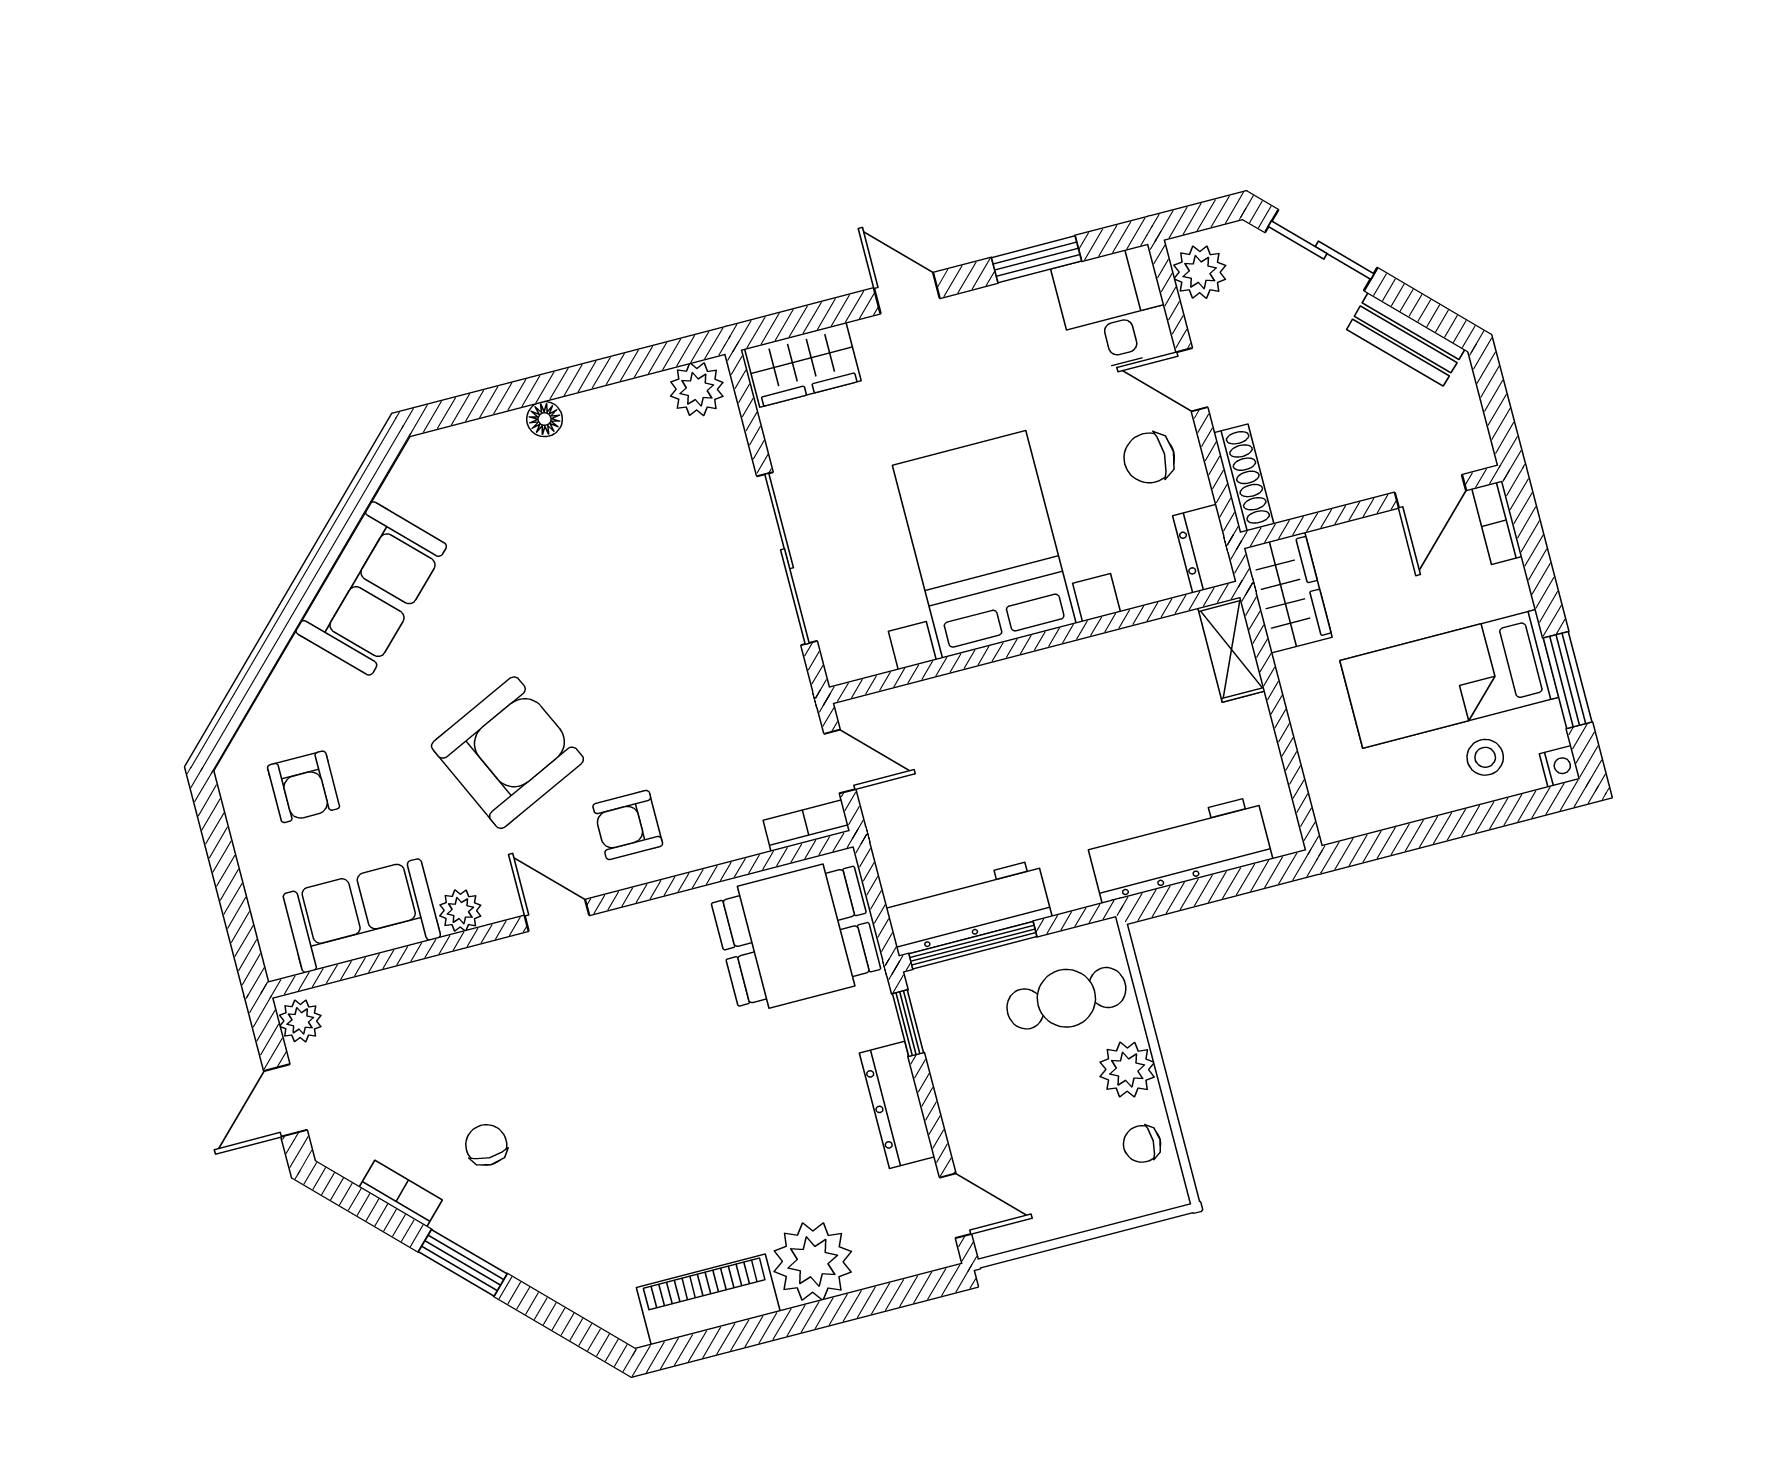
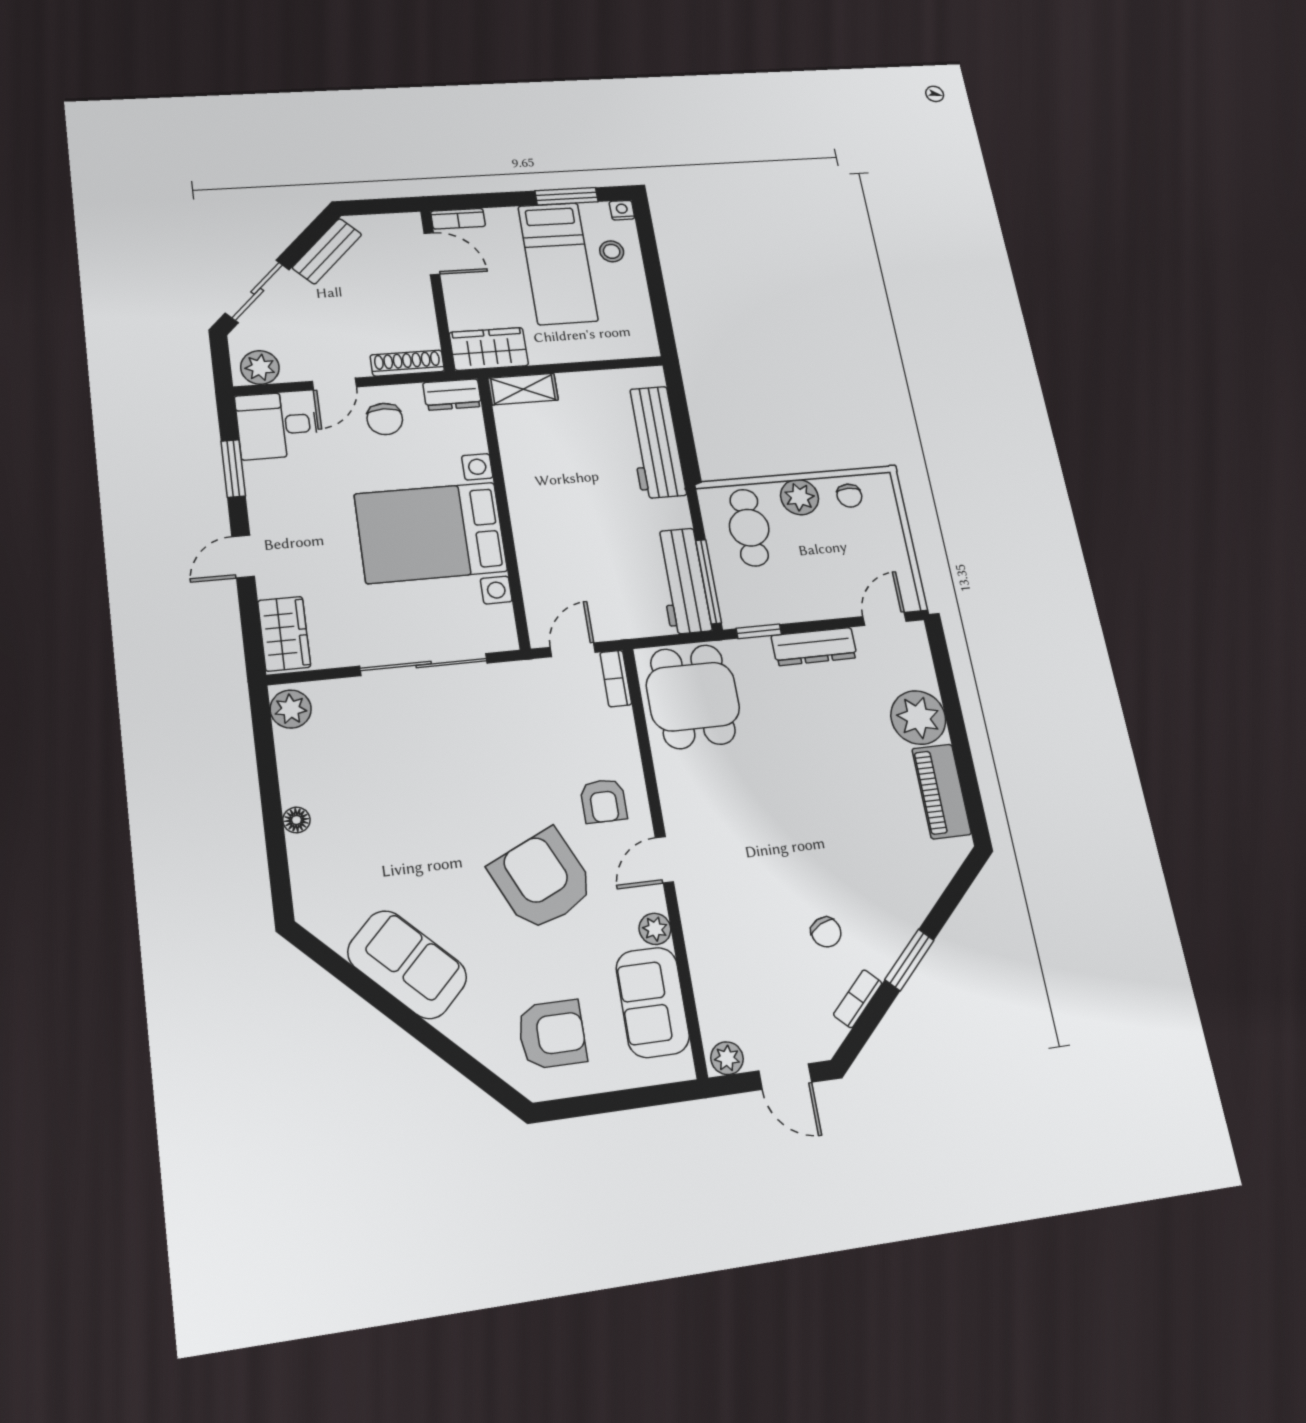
armchair: (304, 787) -> (552, 1034), width x1.38, depth x1.38
chair: (486, 1145) -> (826, 932), turned -116

